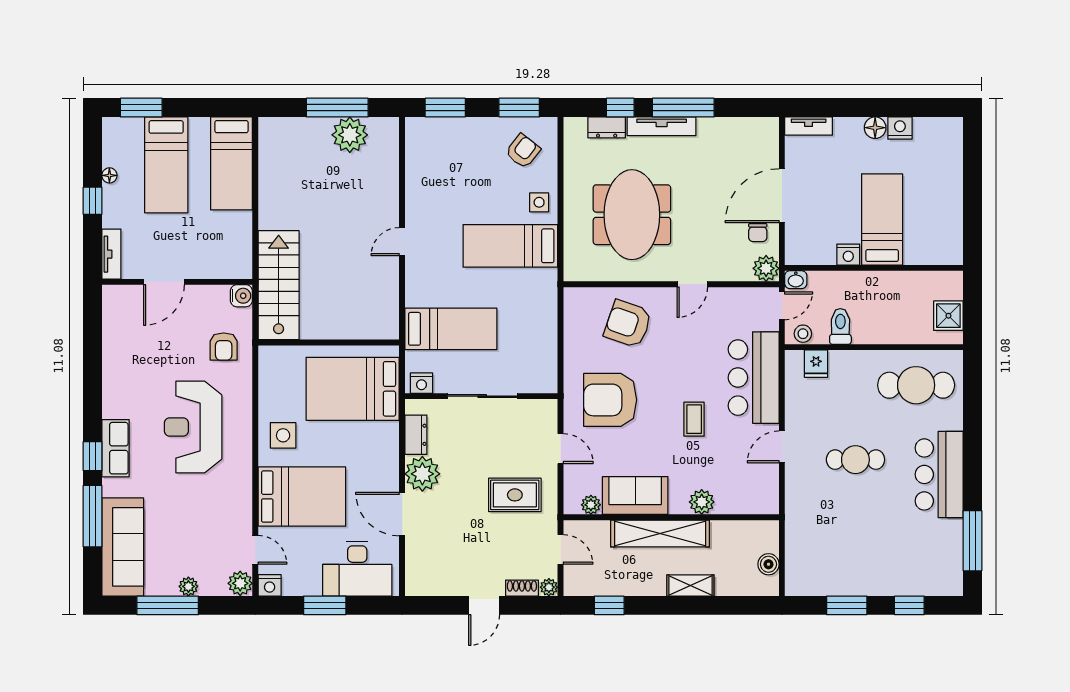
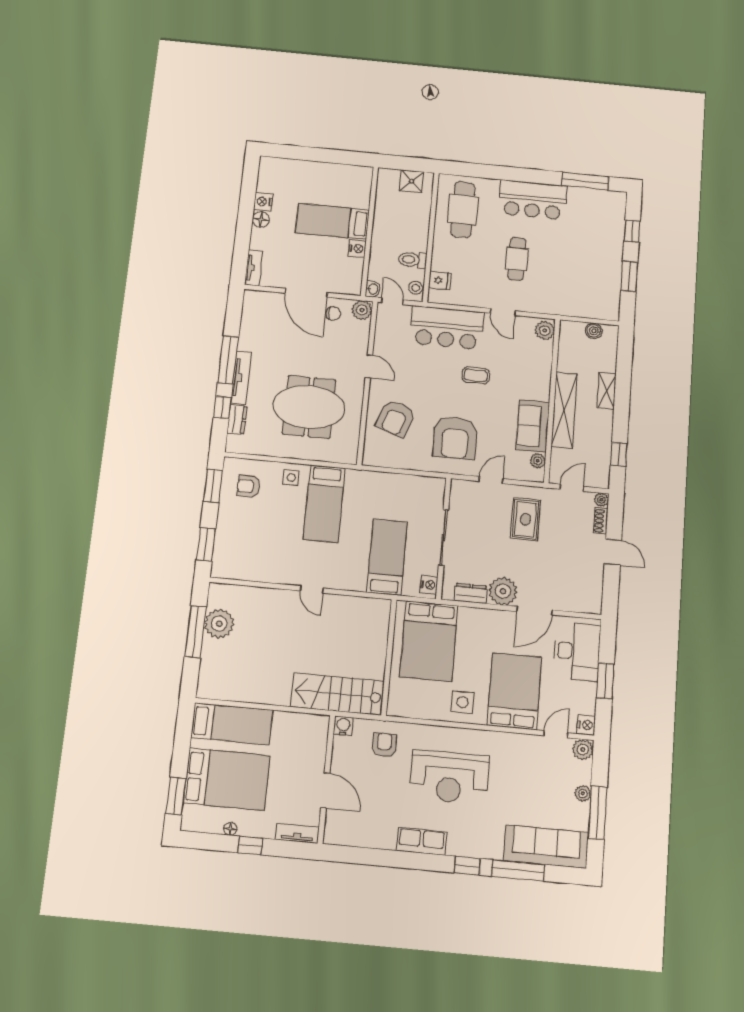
armchair: (523, 151) -> (249, 486), turned -38
bed: (166, 165) -> (227, 779), width x1.50
armchair: (224, 347) -> (384, 745), turned -90
row of seats: (116, 448) -> (422, 841), moved
plant: (702, 502) -> (545, 330), moved

